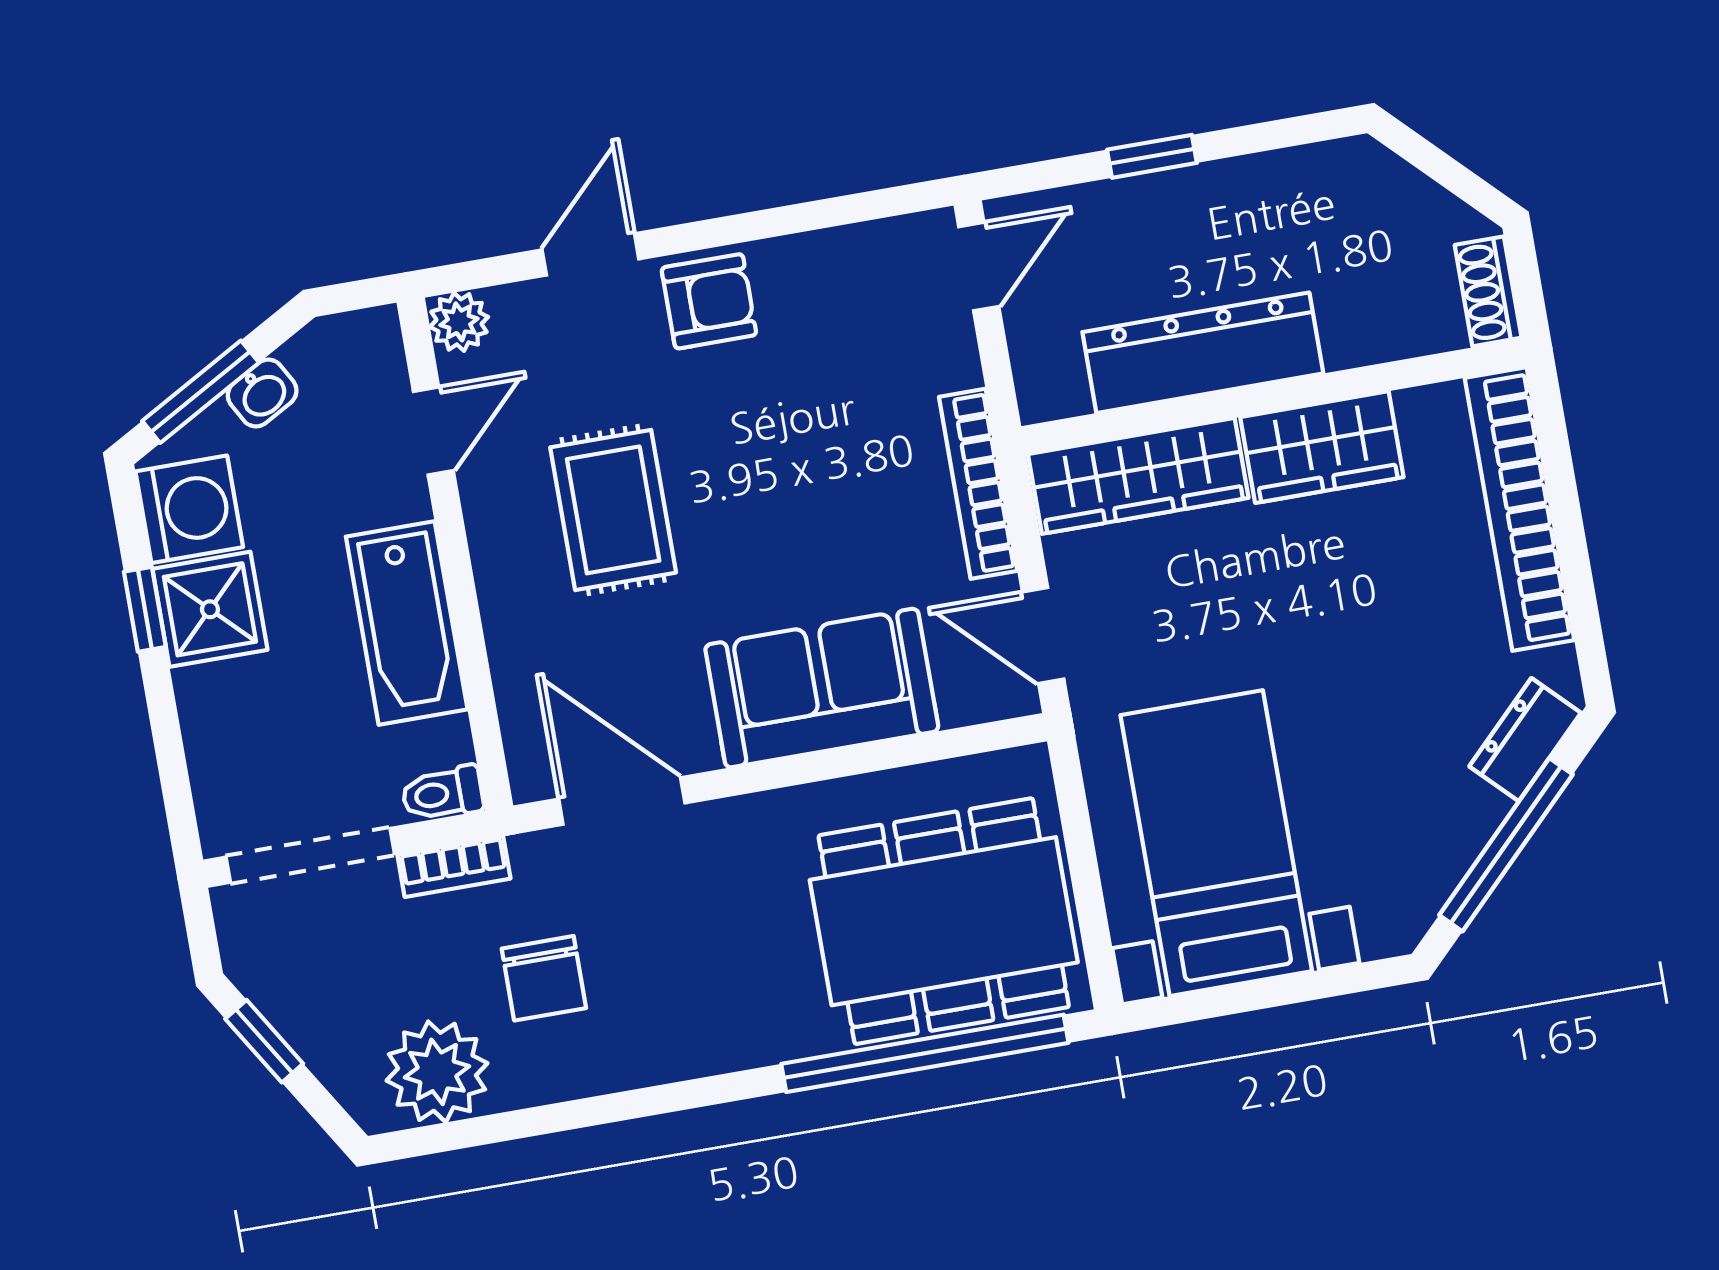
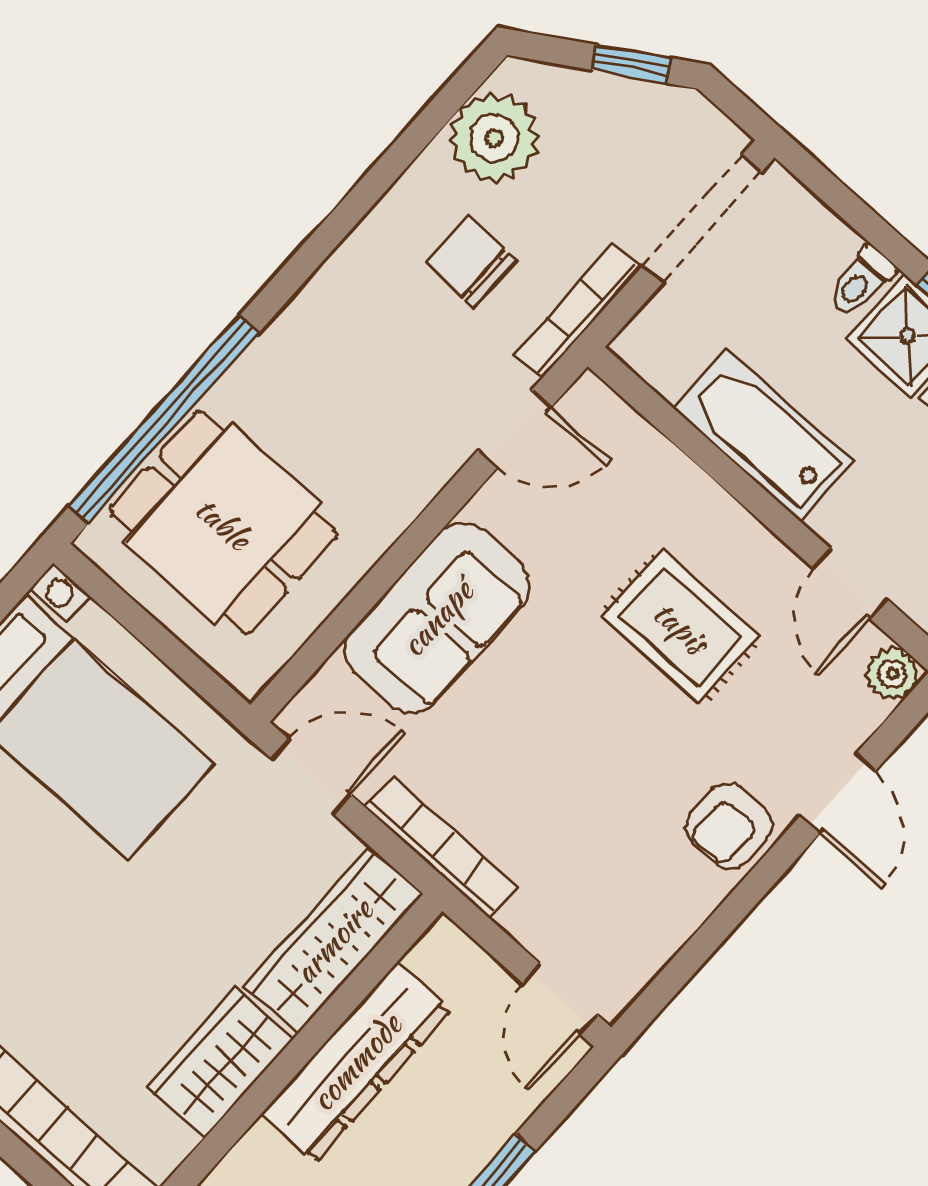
toilet: (443, 793) -> (861, 281), moved, turned 180
door: (622, 801) -> (514, 429), width x0.73
bookcase: (454, 867) -> (578, 311), width x1.56
dining table: (944, 921) -> (223, 523), width x0.73

